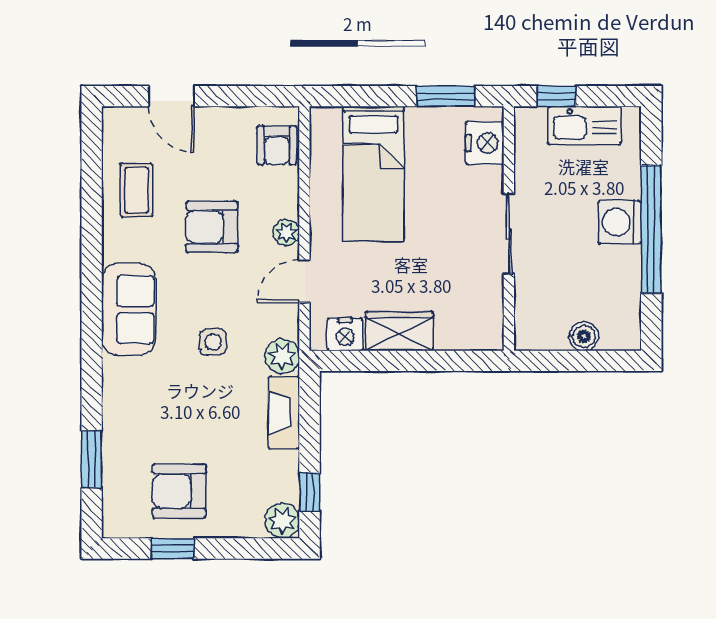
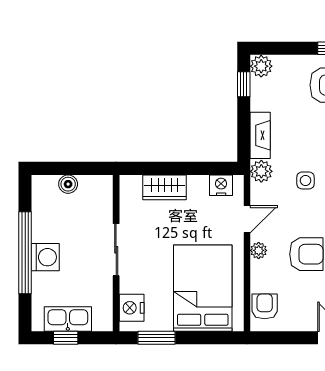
window: (556, 96) -> (66, 338), moved
bed: (374, 174) -> (203, 288), width x1.50
wardrobe: (399, 331) -> (165, 187), moved

